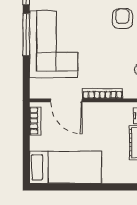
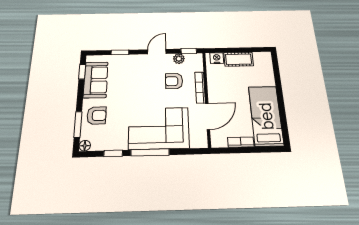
armchair: (122, 19) -> (174, 81), moved
bookcase: (35, 121) -> (241, 142), moved

